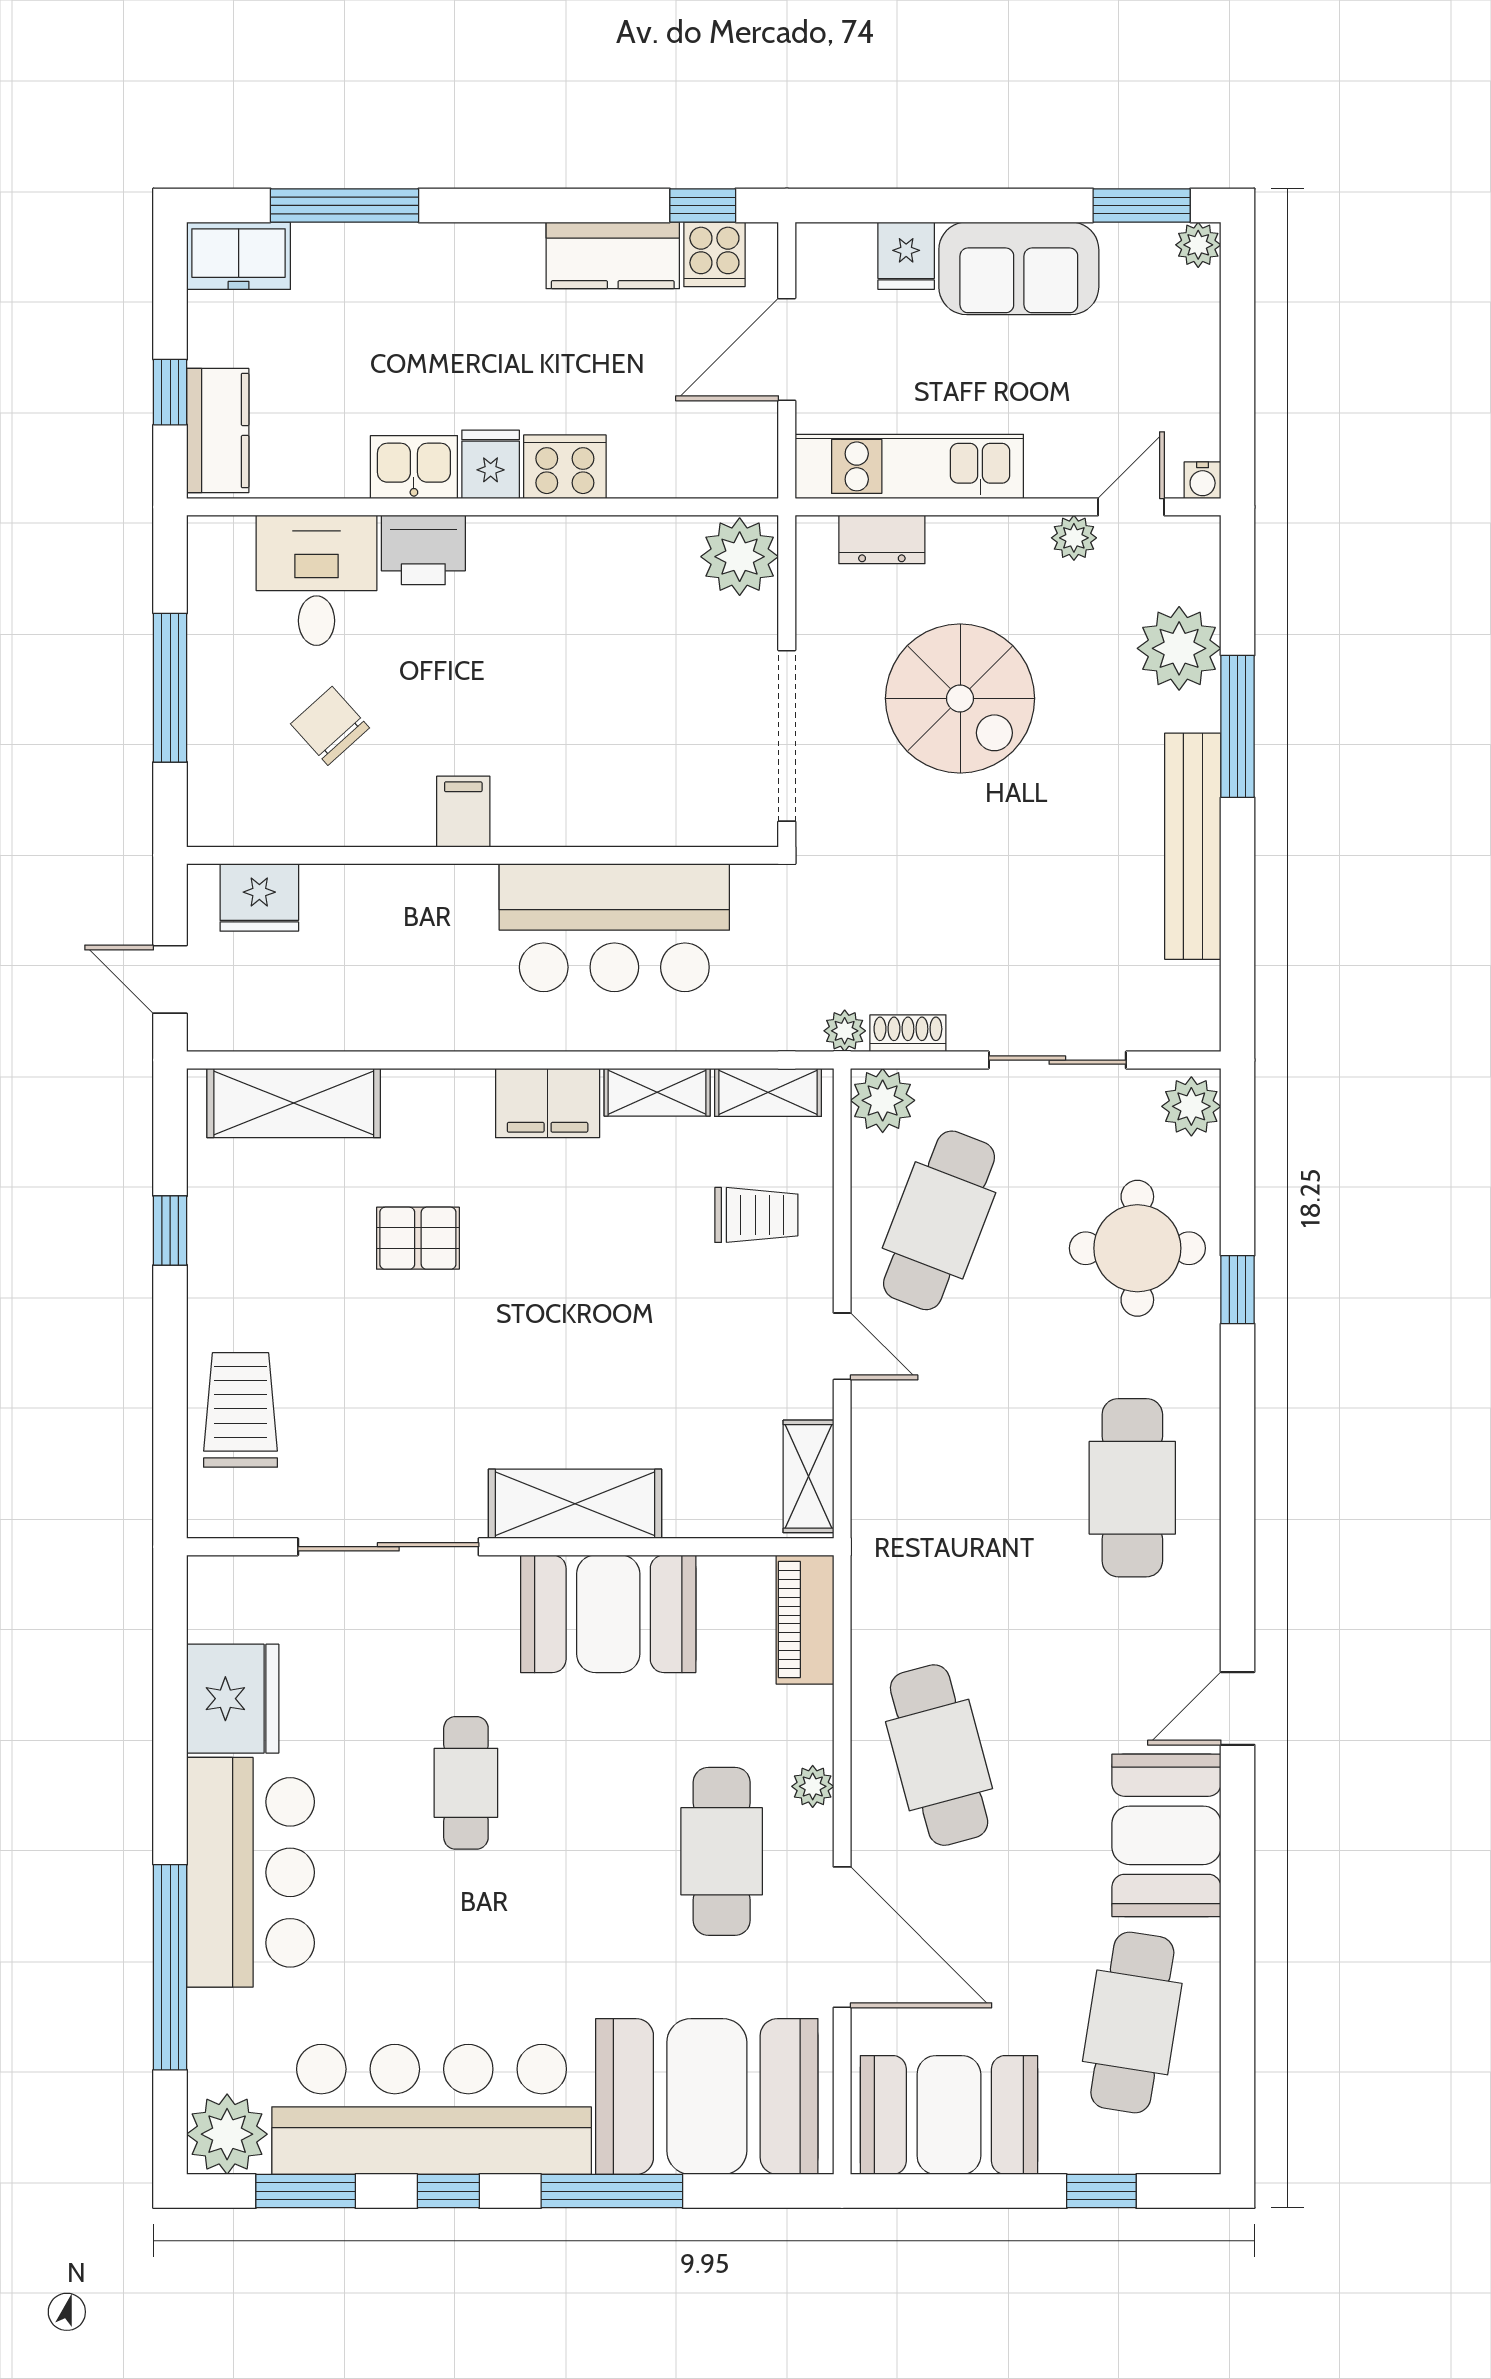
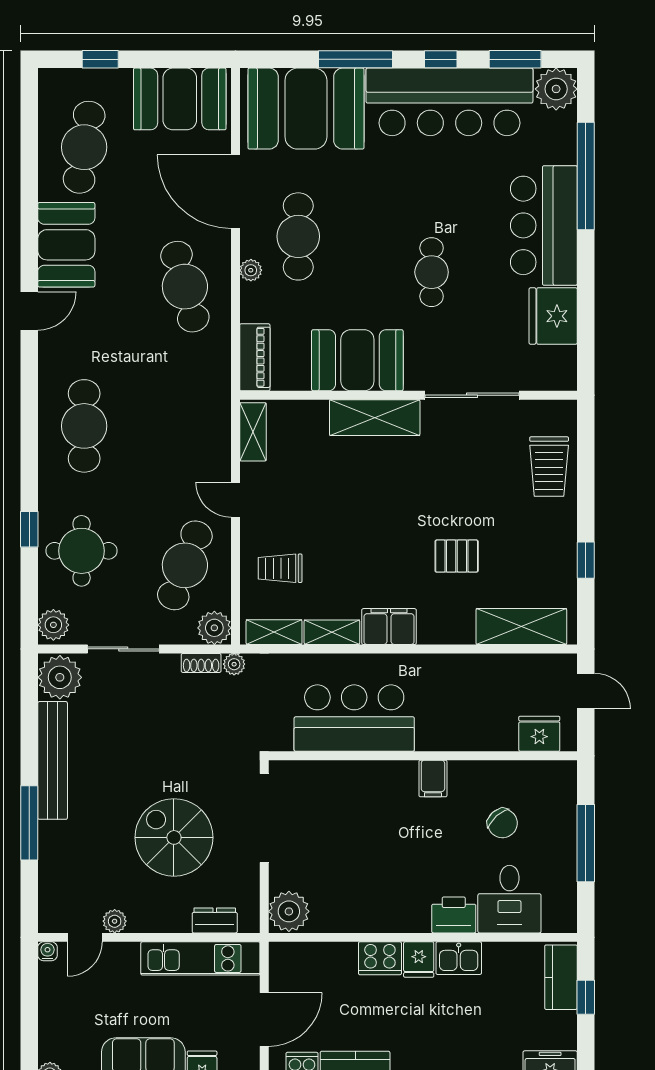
plant: (1179, 648) -> (60, 677), moved

